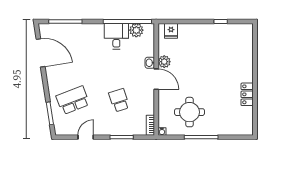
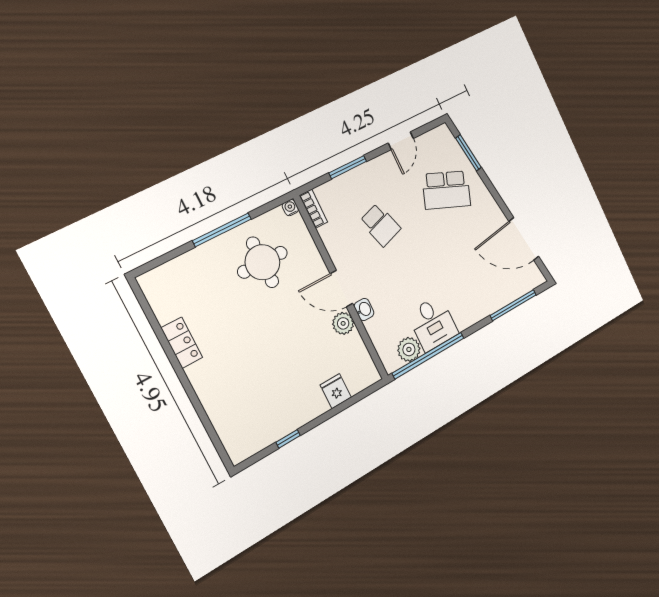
fridge: (171, 31) -> (336, 391), moved
school desk: (73, 100) -> (446, 190), turned 42

